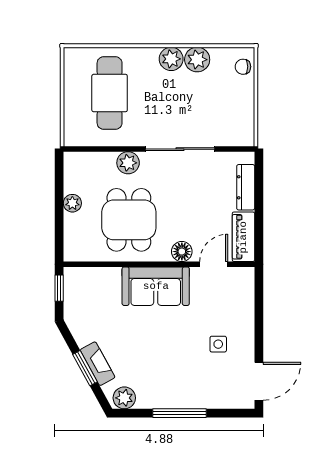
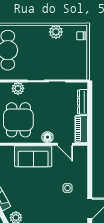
plant: (171, 59) -> (42, 31), removed
door: (214, 264) -> (65, 144), swing flipped

